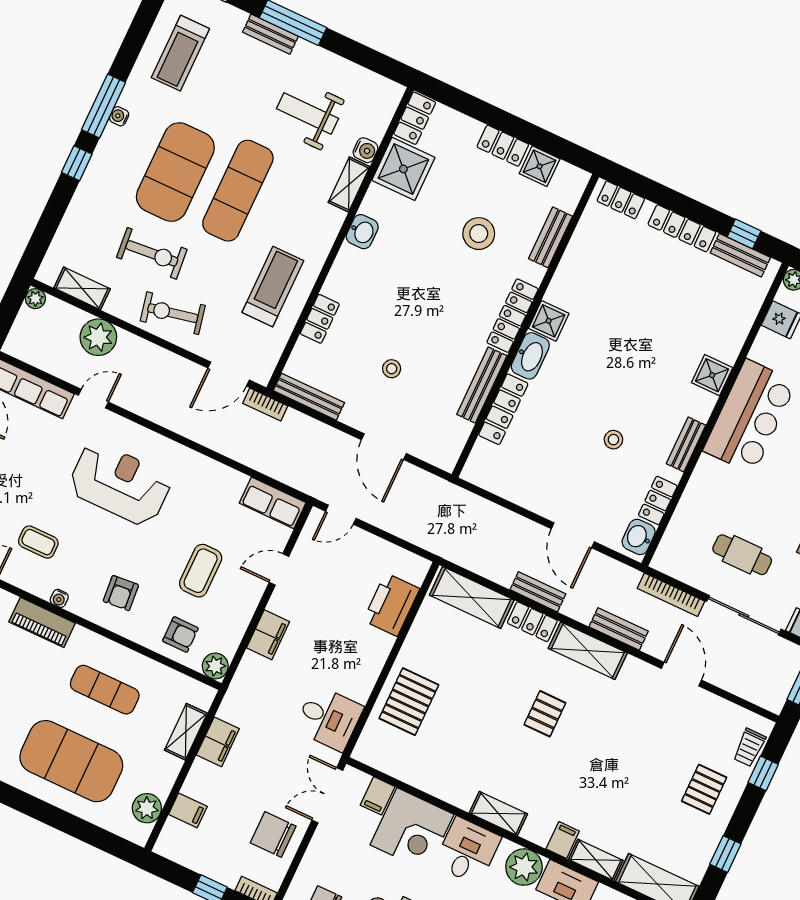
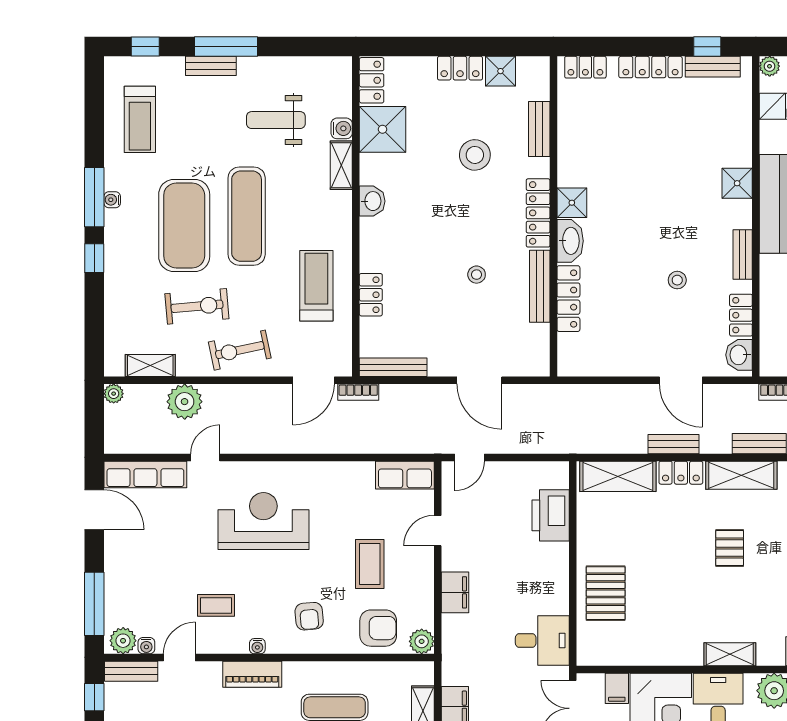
stool: (392, 369) -> (477, 275), moved
armchair: (180, 635) -> (378, 628), width x1.38, depth x1.38

